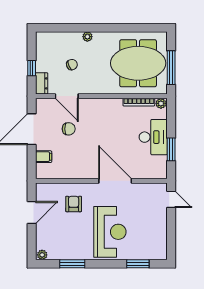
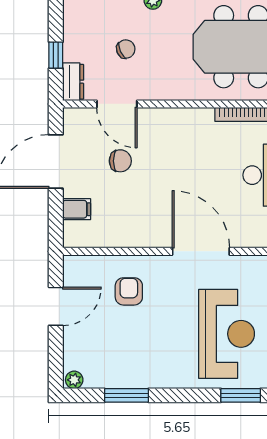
reception desk: (110, 232) -> (227, 334), moved

